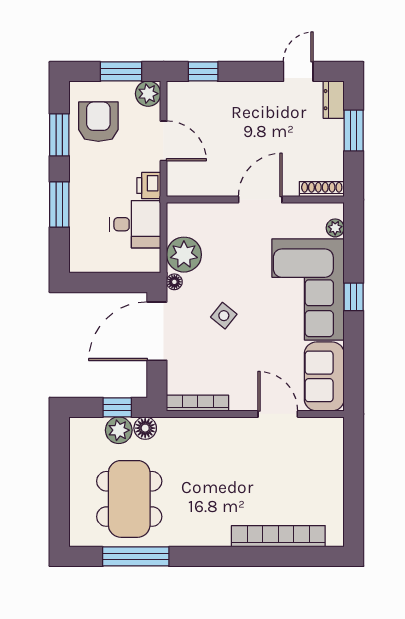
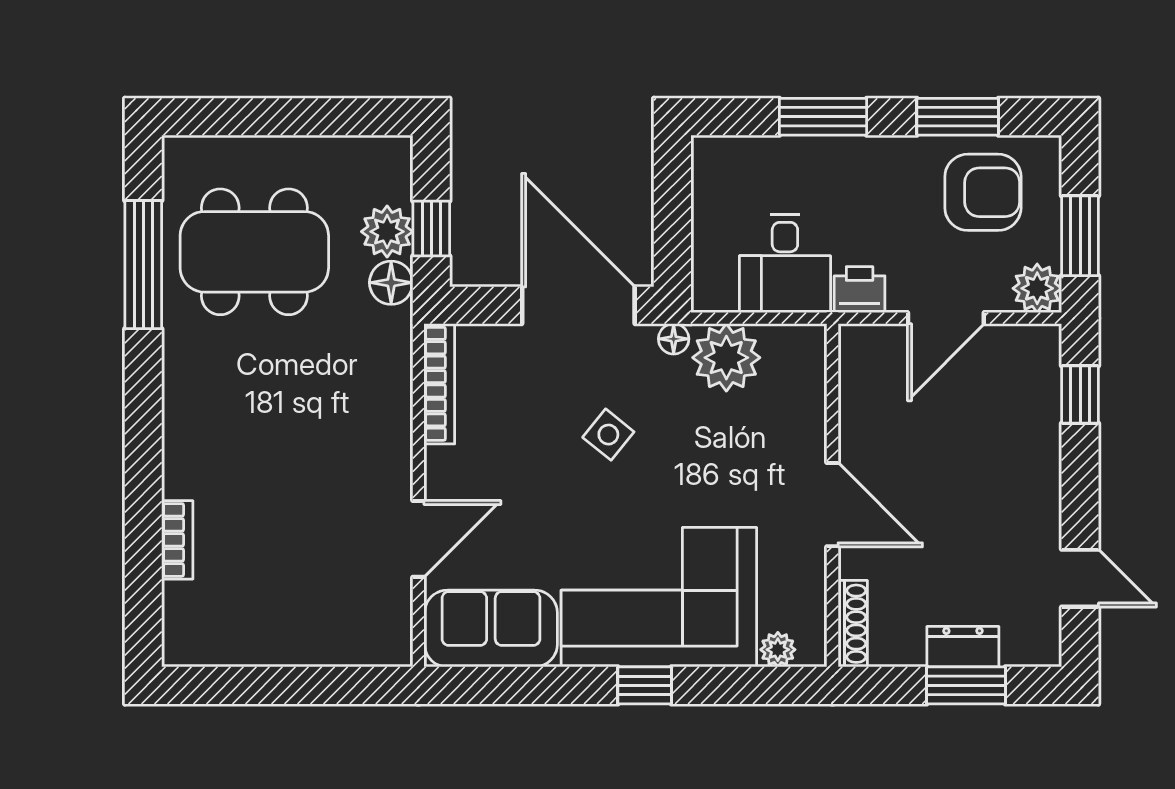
dresser: (334, 100) -> (963, 647), moved
bookcase: (278, 536) -> (177, 540), width x0.43, depth x0.76

